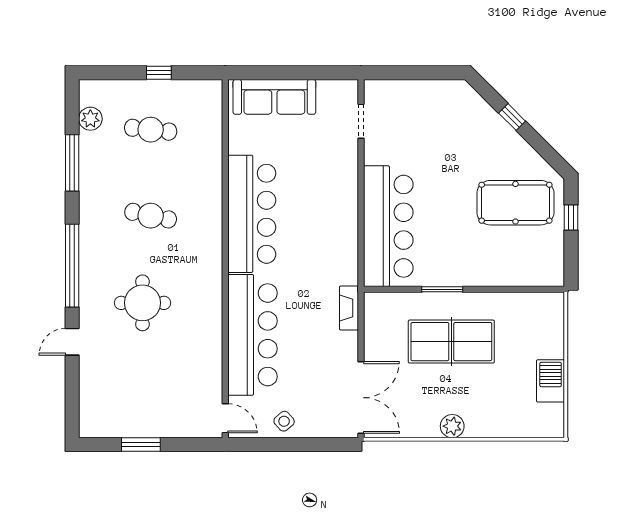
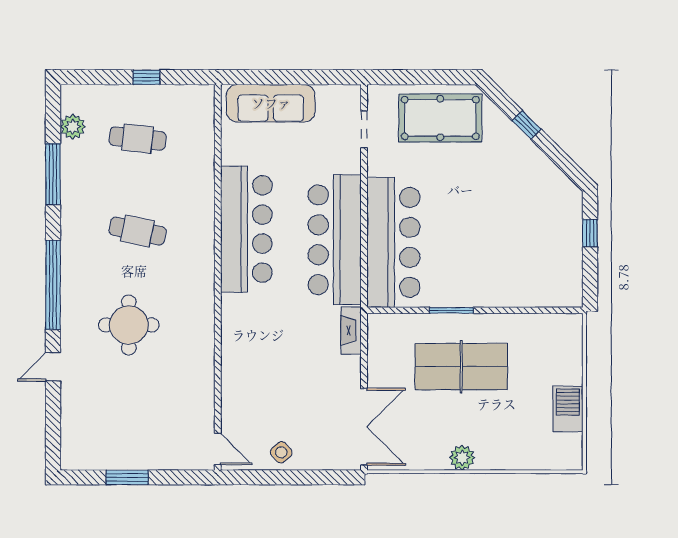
pool table: (515, 203) -> (440, 118), moved
bar counter: (252, 335) -> (335, 240), moved, turned 180

